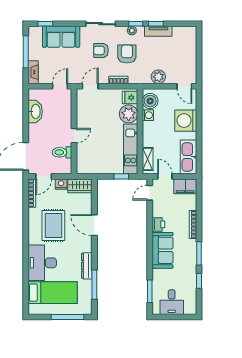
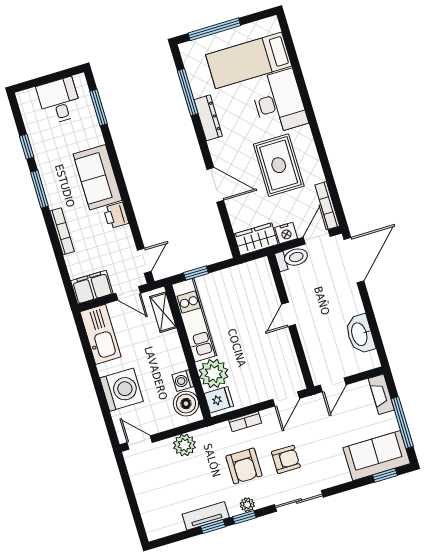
sofa: (61, 37) -> (377, 456), moved
toilet: (62, 152) -> (292, 258), moved

